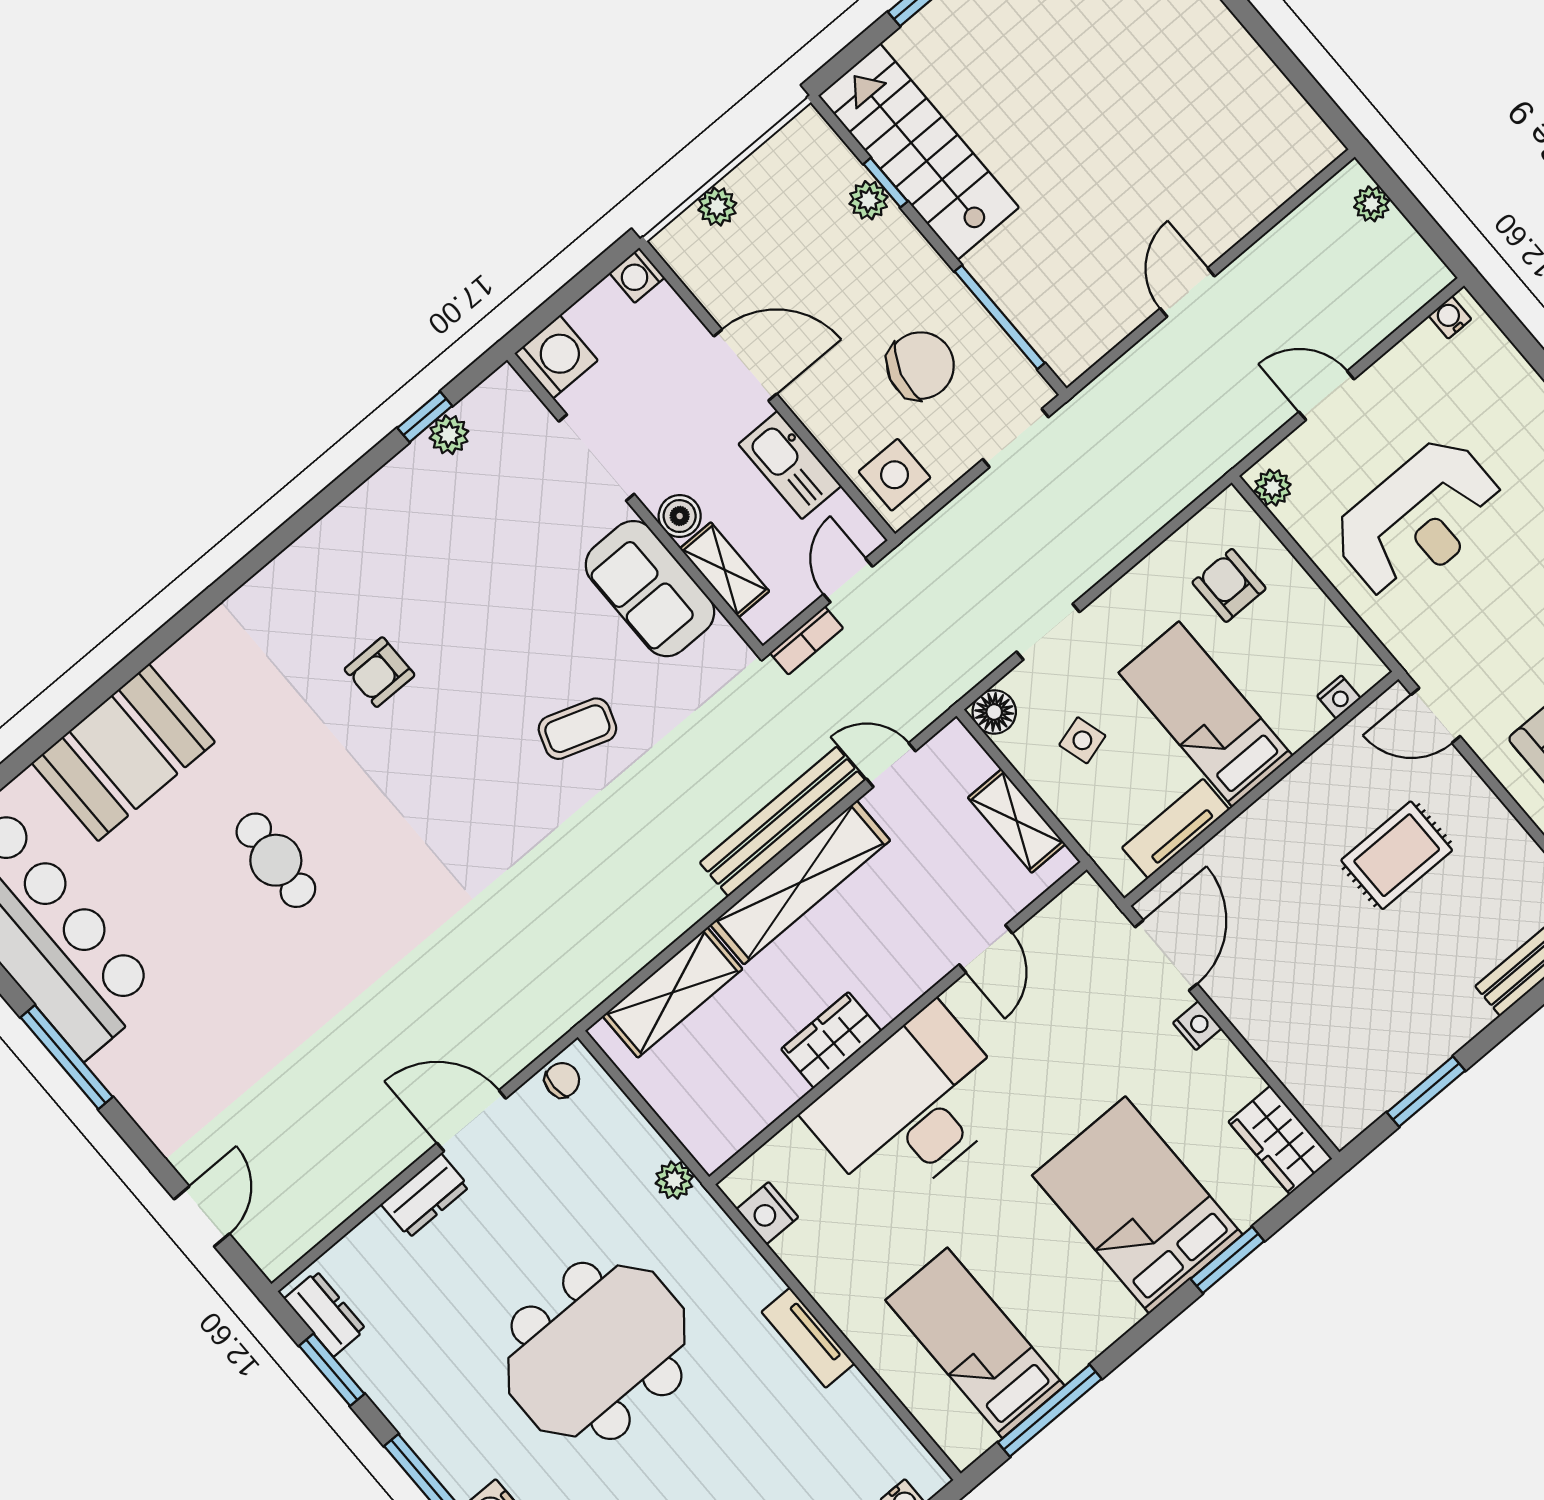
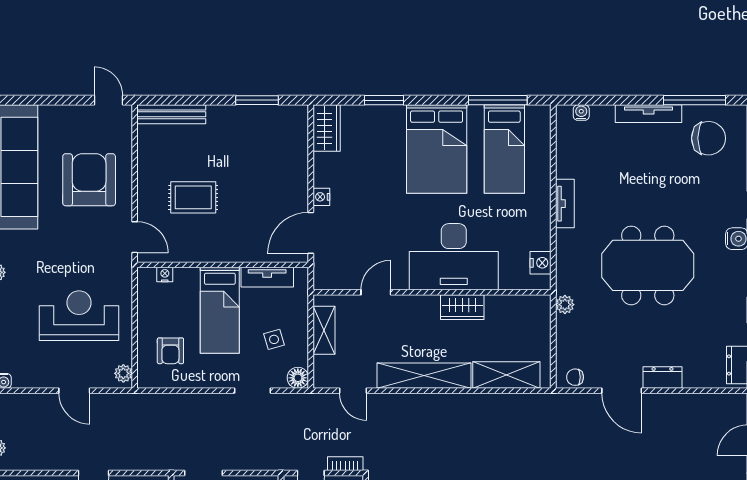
bench: (783, 821) -> (411, 404), removed
bed: (1137, 1205) -> (437, 149), moved

